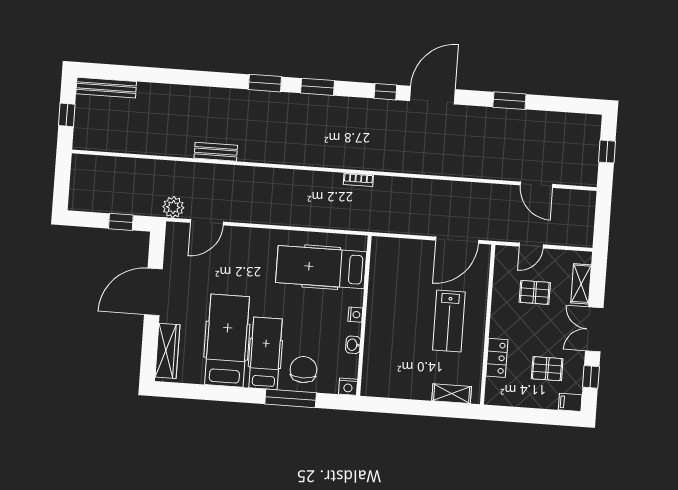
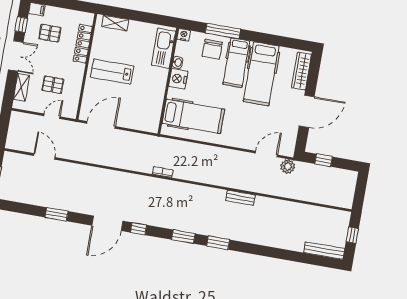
bench: (216, 152) -> (240, 198), moved
nightstand: (355, 315) -> (178, 79), width x1.89, depth x1.79
lab bench: (449, 321) -> (112, 72), turned -90
locker: (497, 358) -> (83, 44), width x1.53
kitchen sink: (376, 364) -> (163, 48), added

